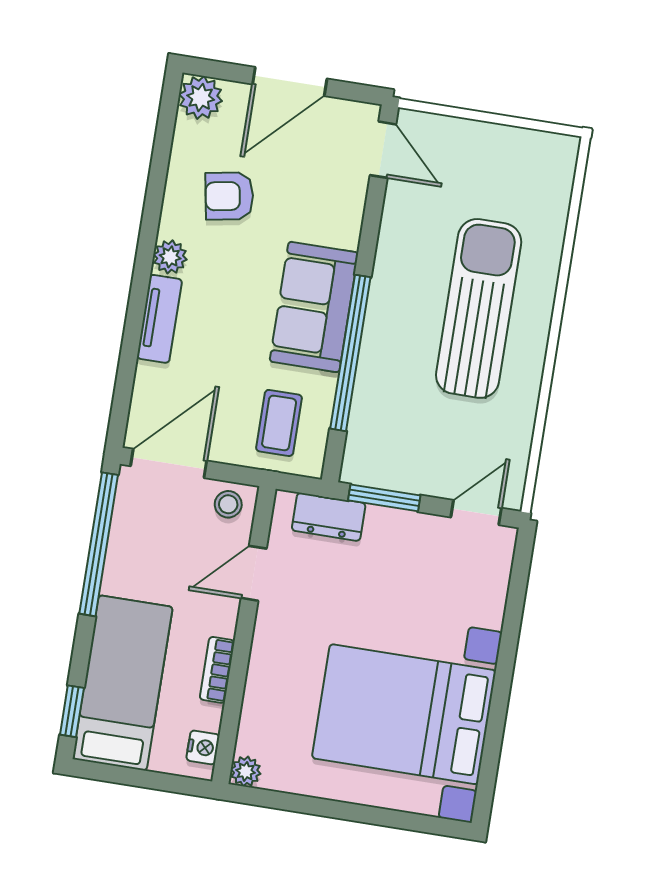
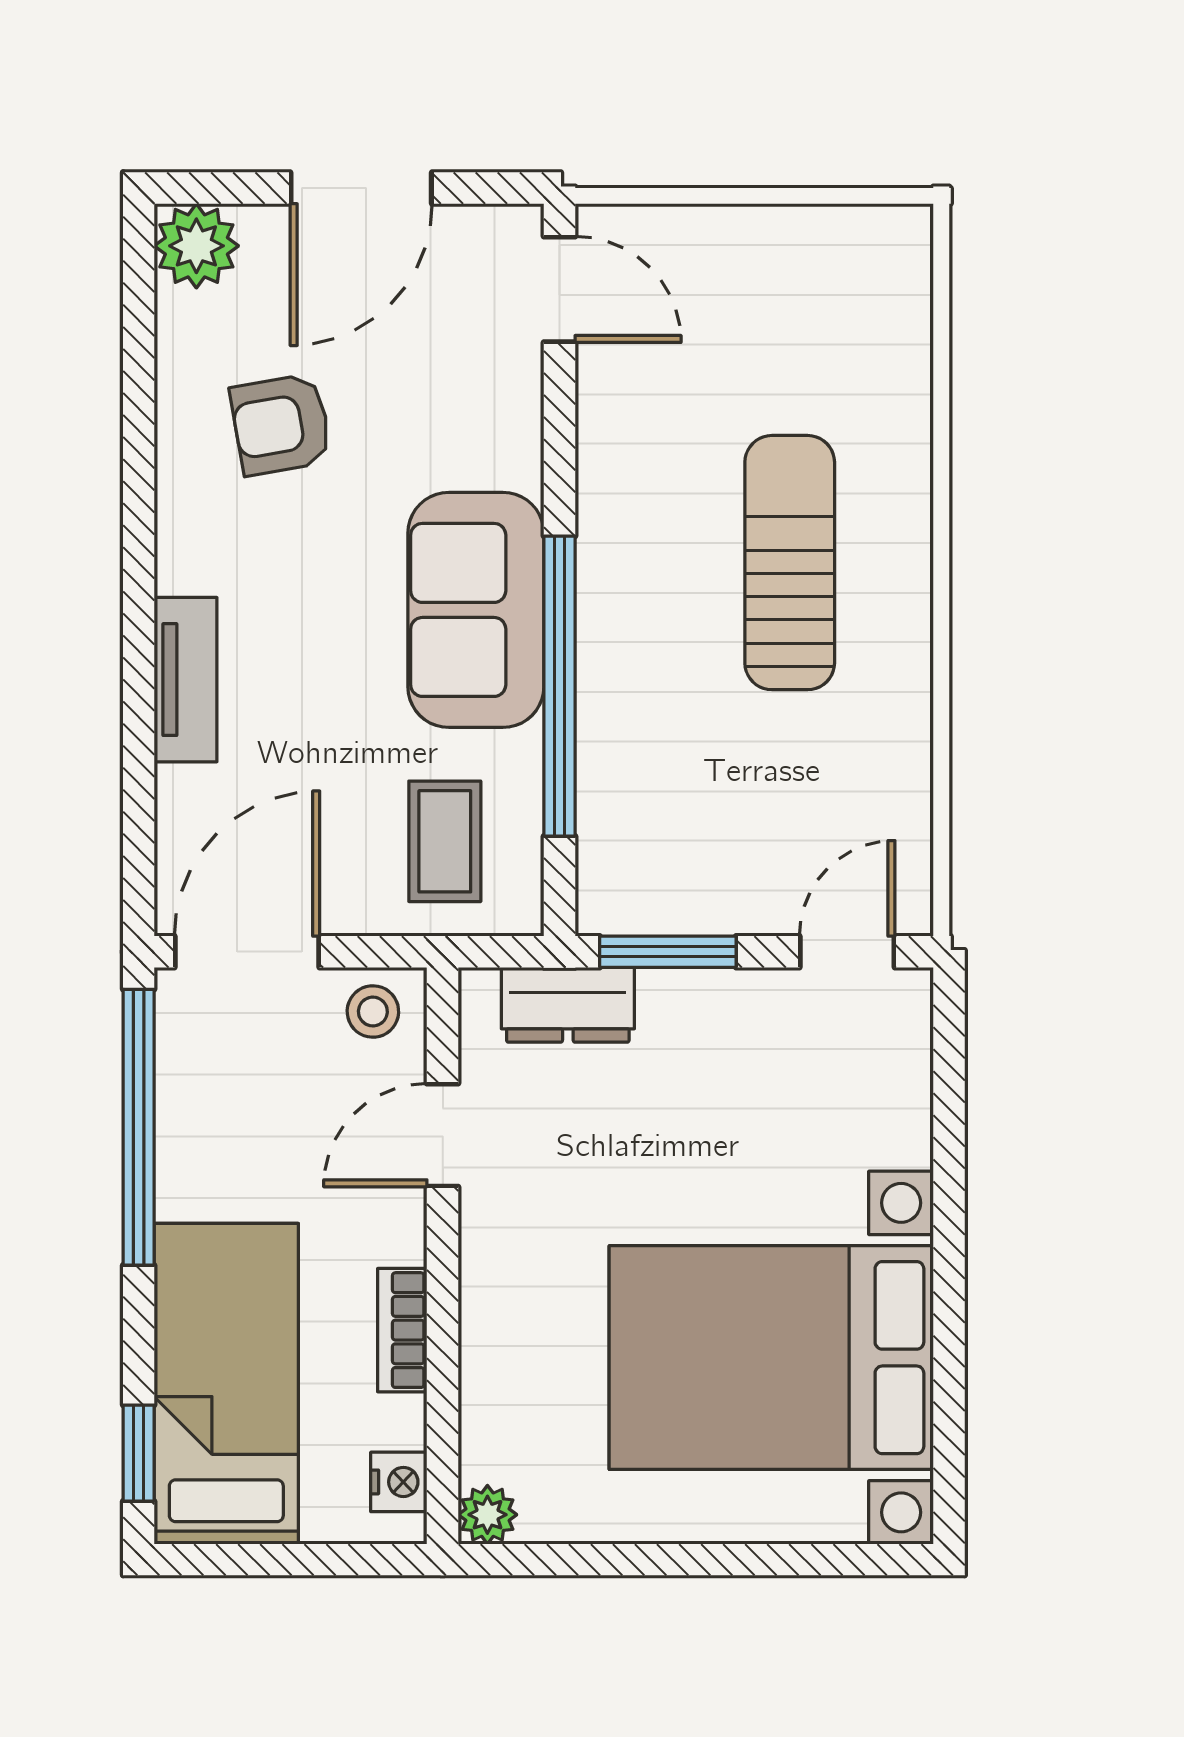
plant: (170, 257) -> (187, 559), removed
sun lounger: (479, 308) -> (790, 563), width x0.73, depth x0.75

